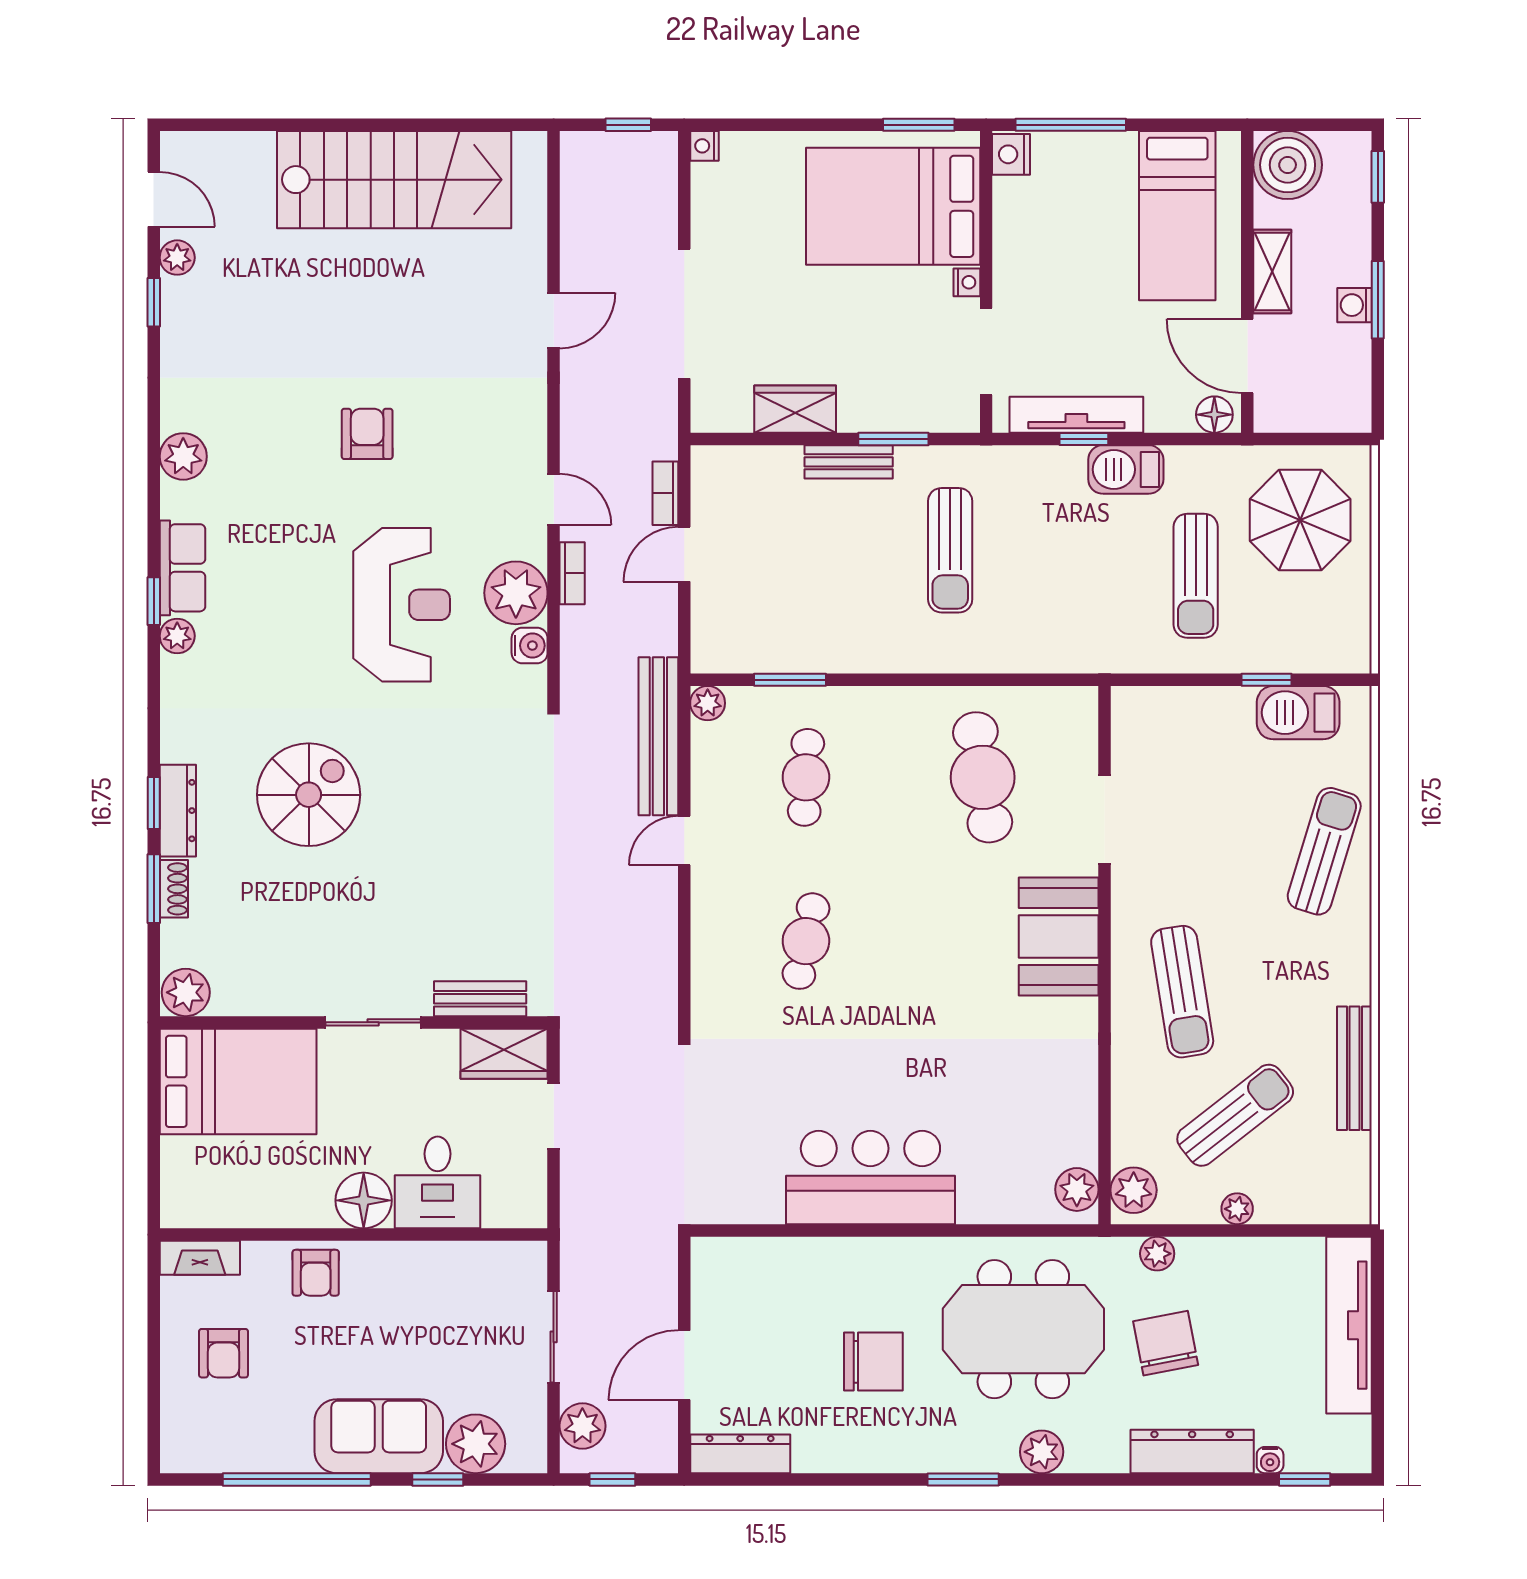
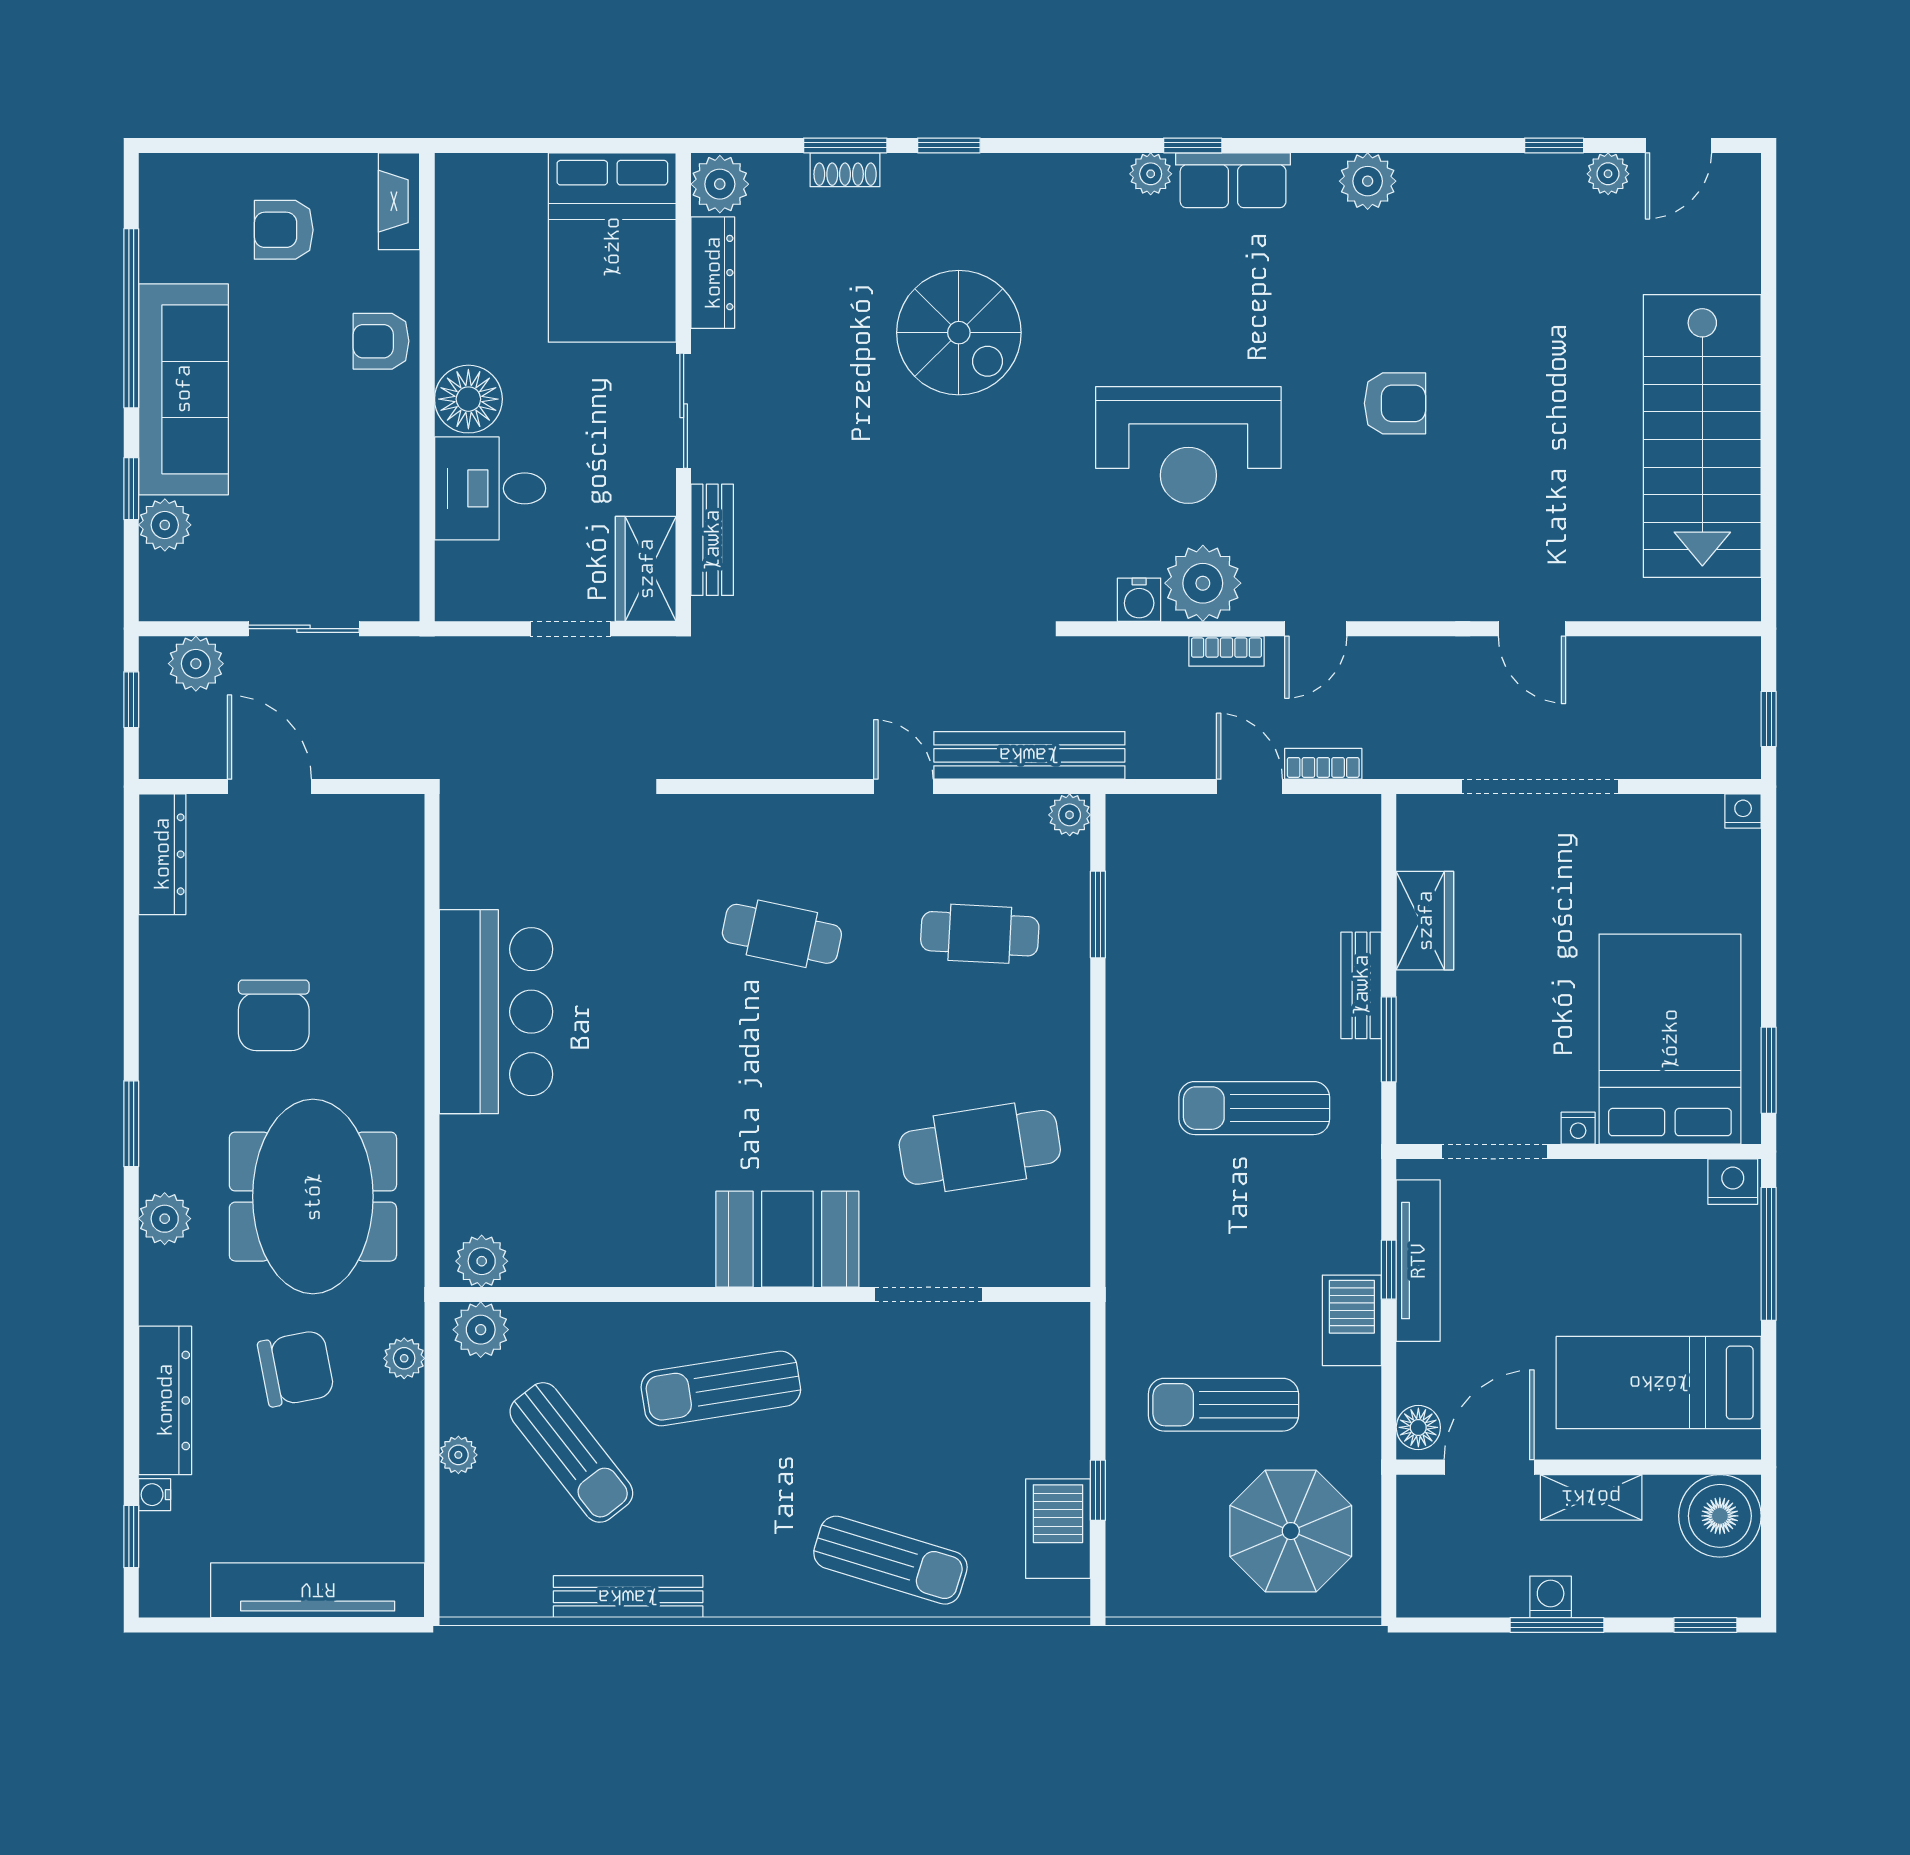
dresser: (178, 811) -> (713, 273), moved, turned -90
sofa: (379, 1436) -> (183, 389), width x1.36
plant: (476, 1444) -> (165, 525), width x0.73, depth x0.73

